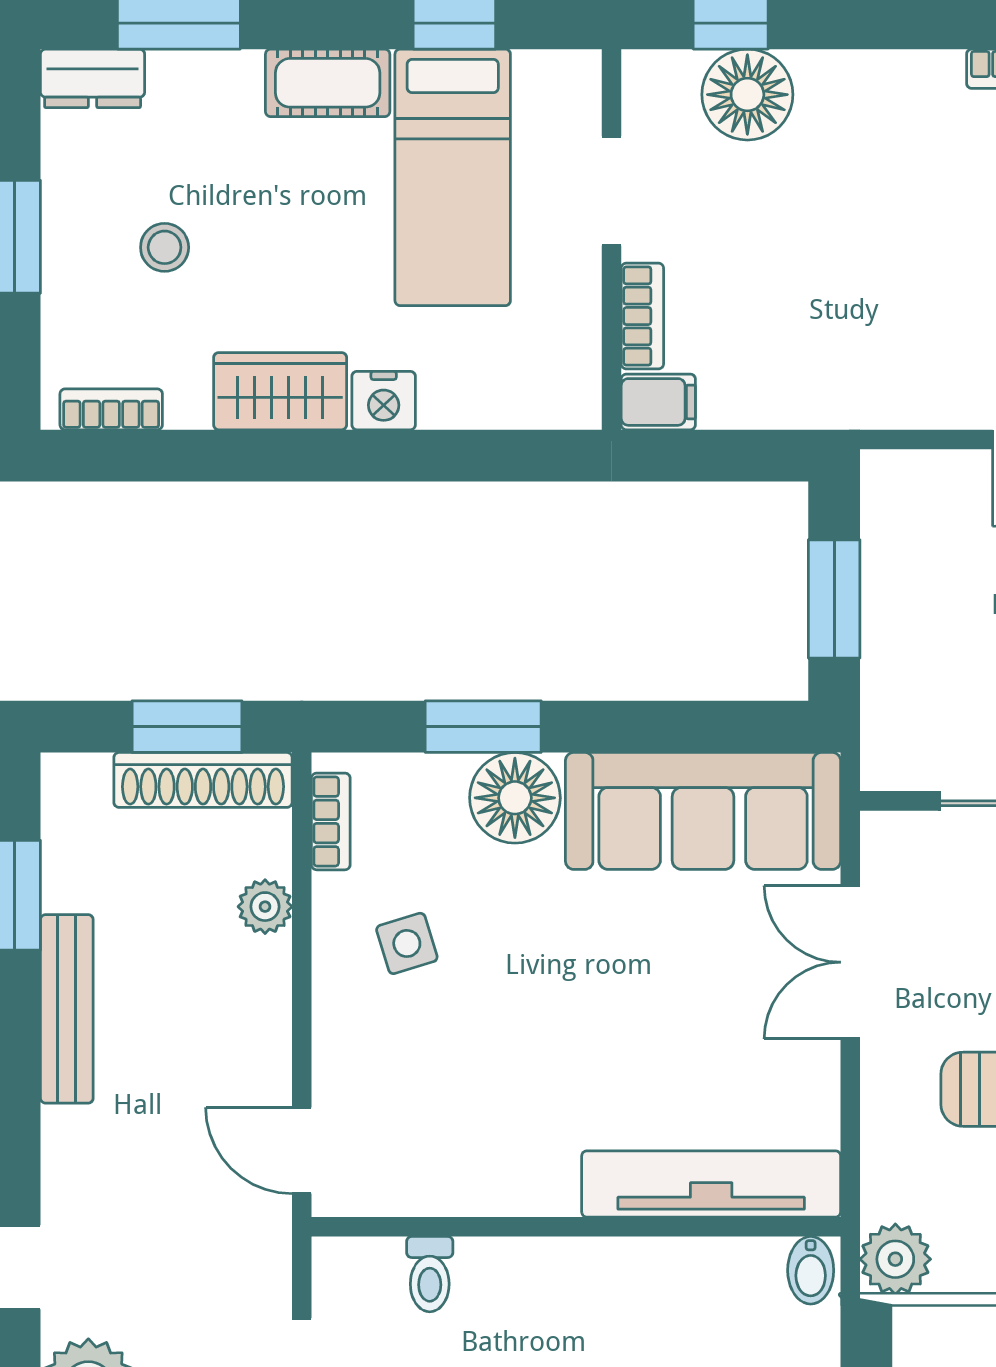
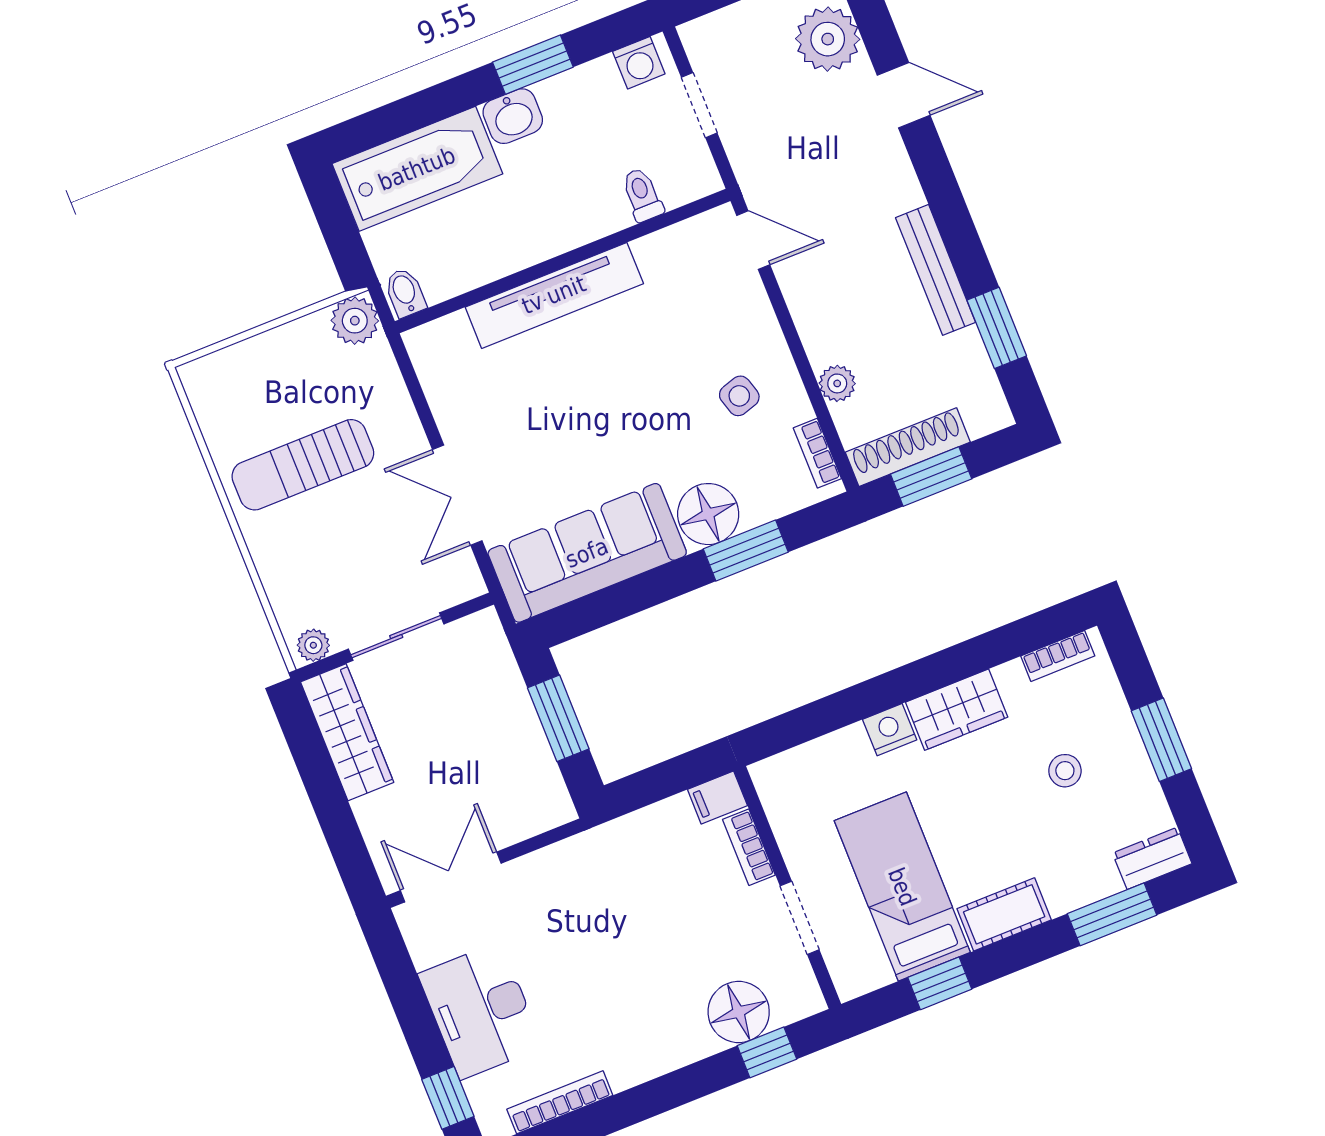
double door: (850, 962) -> (457, 495), swing flipped
tv unit: (711, 1184) -> (554, 295), moved

